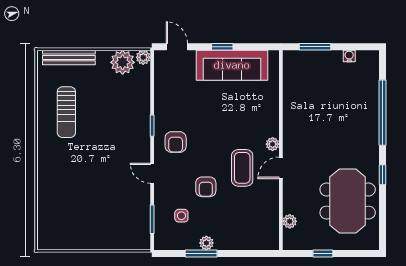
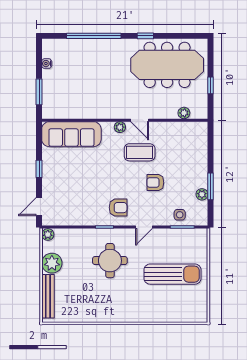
plant: (123, 62) -> (52, 263), moved
sofa: (232, 65) -> (71, 134), moved, turned 90
sun lounger: (66, 112) -> (172, 274), moved, width x1.36, depth x1.34
round table: (112, 132) -> (110, 261), added
armchair: (206, 187) -> (155, 183), turned 180
meeting table: (348, 201) -> (167, 65), width x1.36
side table: (181, 216) -> (180, 215), moved
plant: (206, 243) -> (202, 194), moved

